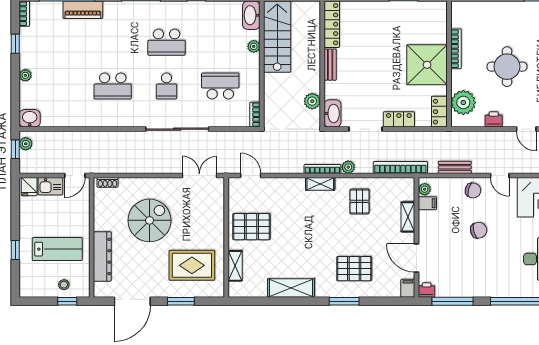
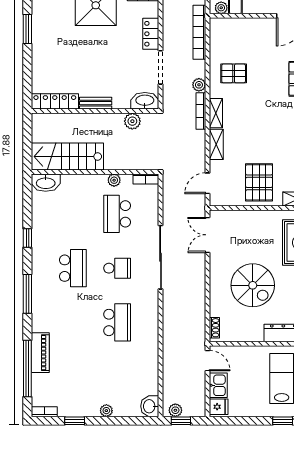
plant: (254, 46) -> (114, 180), moved
shelving: (408, 217) -> (216, 144), moved, turned 90
spiral stairs: (150, 220) -> (253, 285), turned 180

